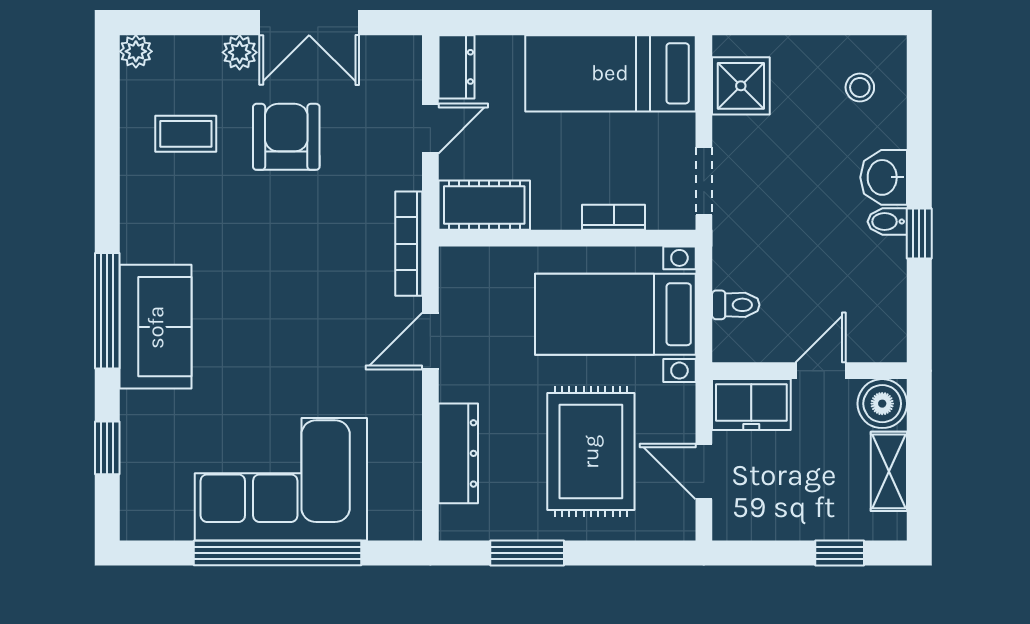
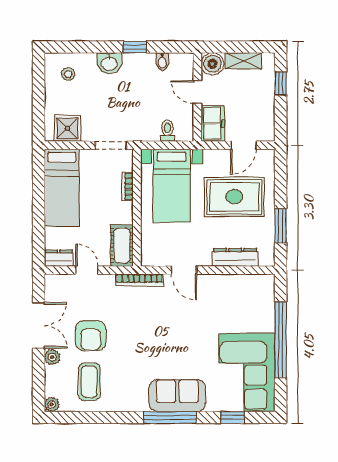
coffee table: (186, 134) -> (89, 382), width x1.36, depth x1.30
armchair: (286, 137) -> (91, 336), turned -90
bidet: (887, 222) -> (162, 62), moved
corner sofa: (281, 479) -> (247, 373), moved

